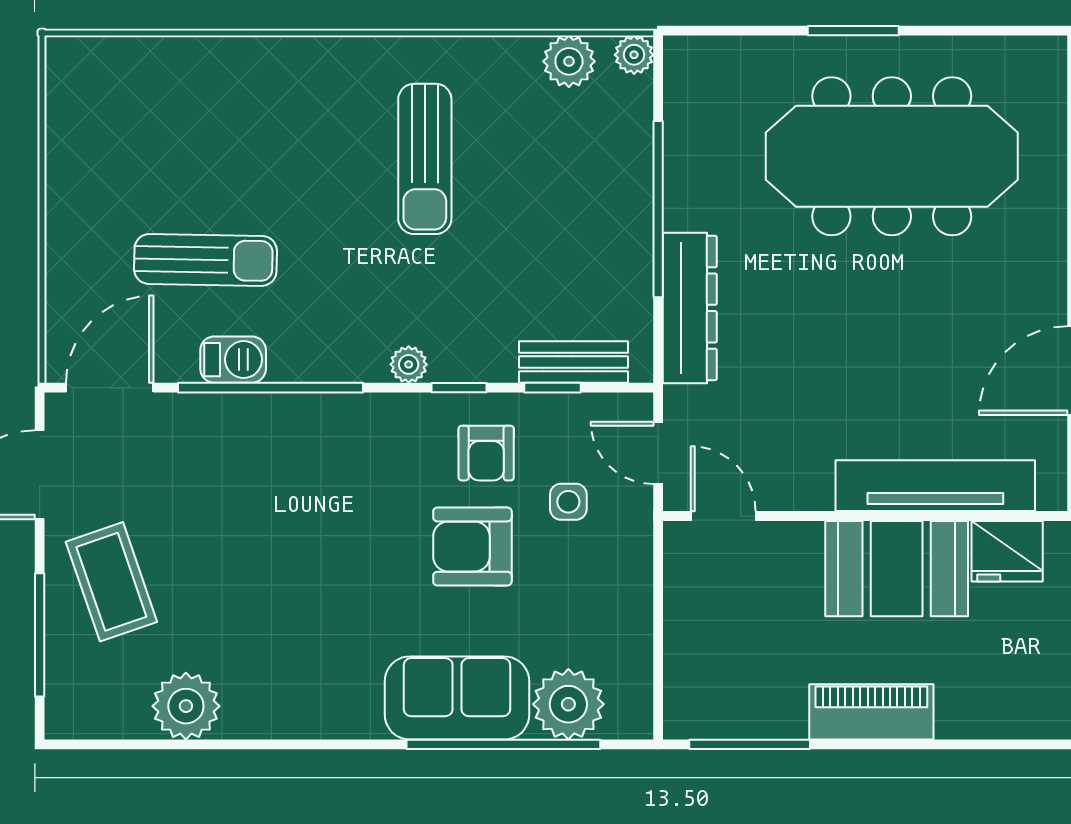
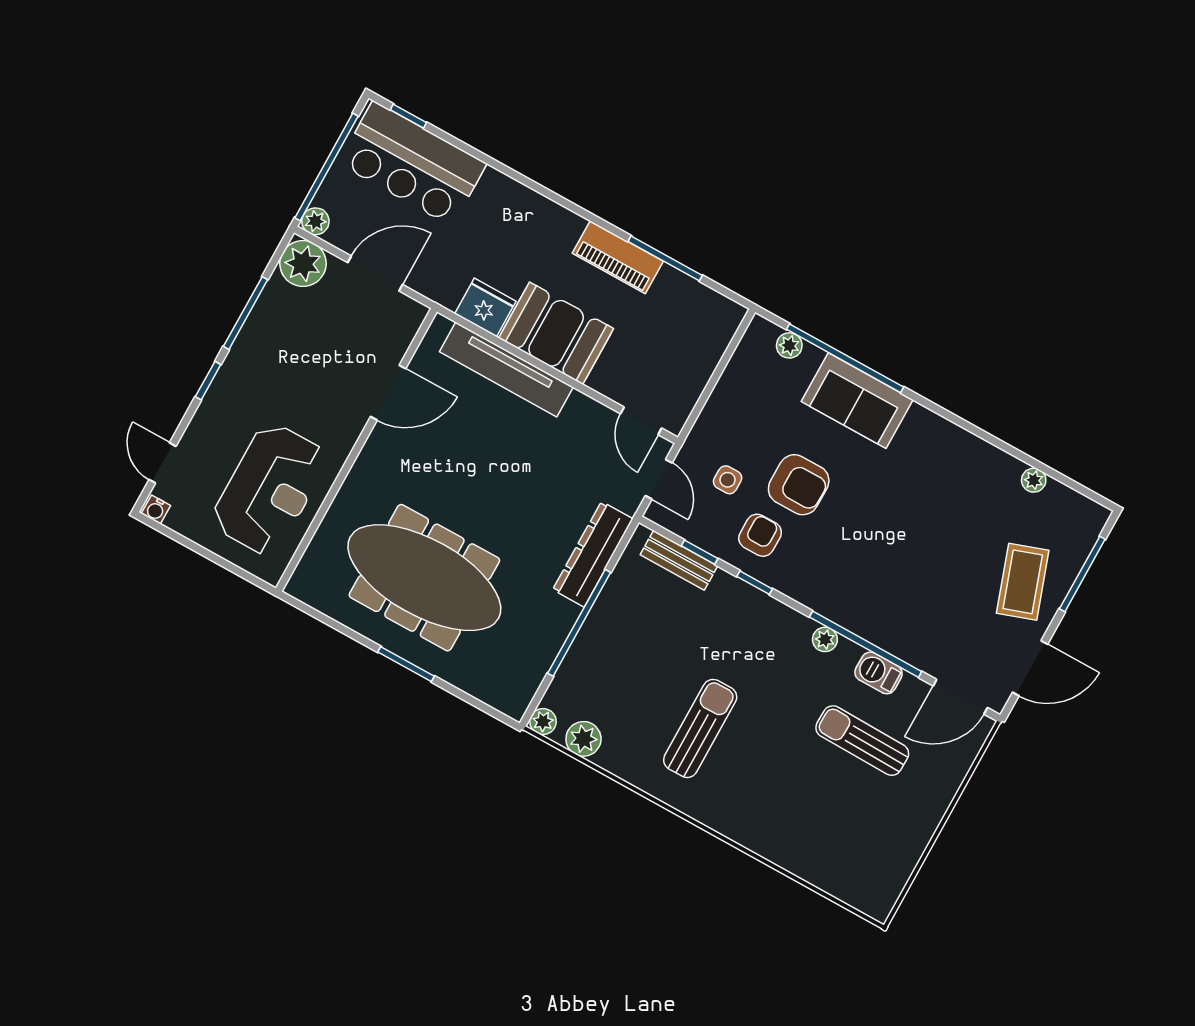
plant: (409, 364) -> (825, 639), moved
plant: (568, 704) -> (789, 345), width x0.53, depth x0.53
plant: (186, 706) -> (1034, 480), width x0.53, depth x0.53
window: (750, 744) -> (665, 258), moved

